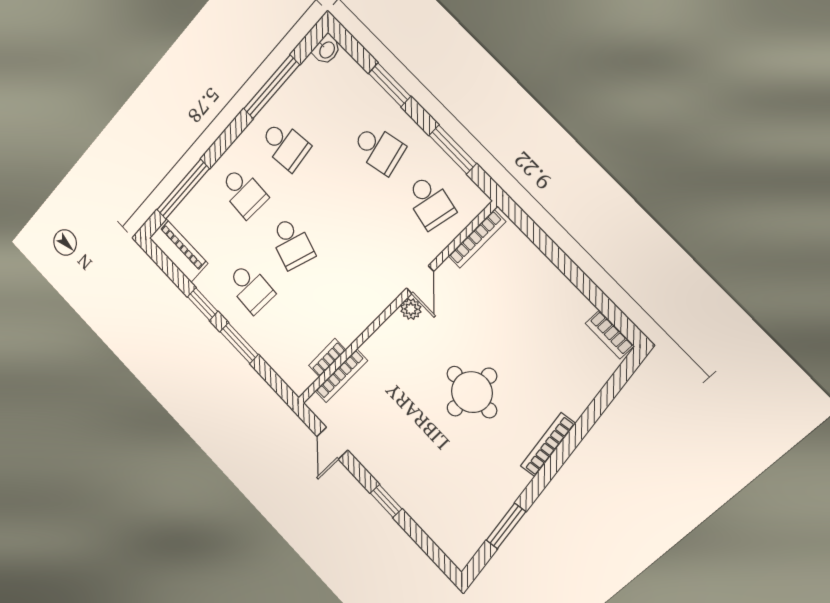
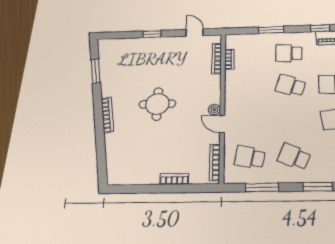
school desk: (379, 149) -> (294, 157), turned 36
window: (203, 304) -> (320, 28), moved
bookcase: (610, 335) -> (174, 179), moved

